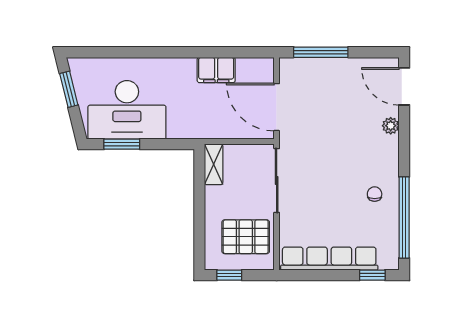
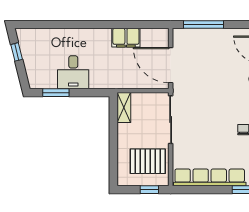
window: (69, 89) -> (17, 52), width x0.67
desk: (127, 110) -> (73, 72), width x0.53, depth x0.77
window: (229, 275) -> (149, 190), moved

